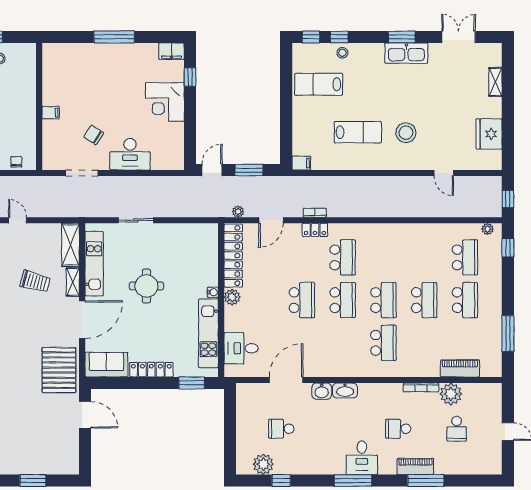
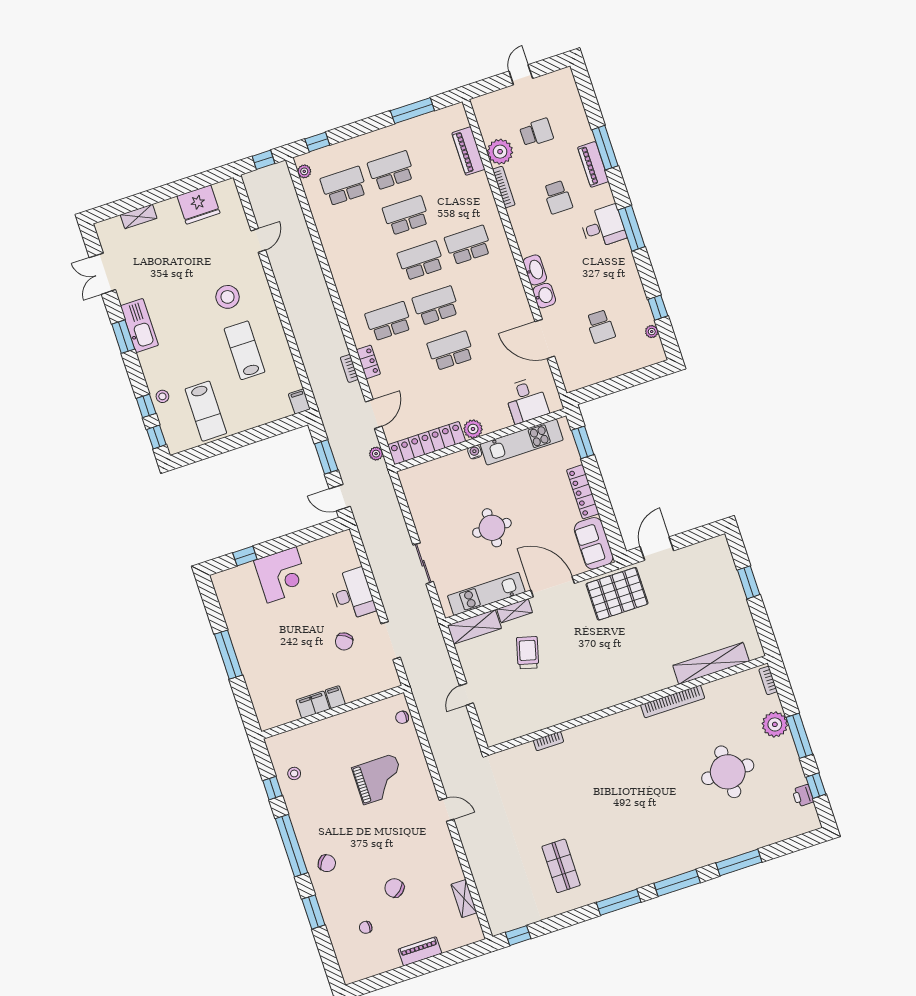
filing cabinet: (171, 51) -> (313, 705), moved, turned -90
door: (271, 220) -> (374, 414), hinge flipped
plant: (263, 464) -> (652, 332), width x0.53, depth x0.53

